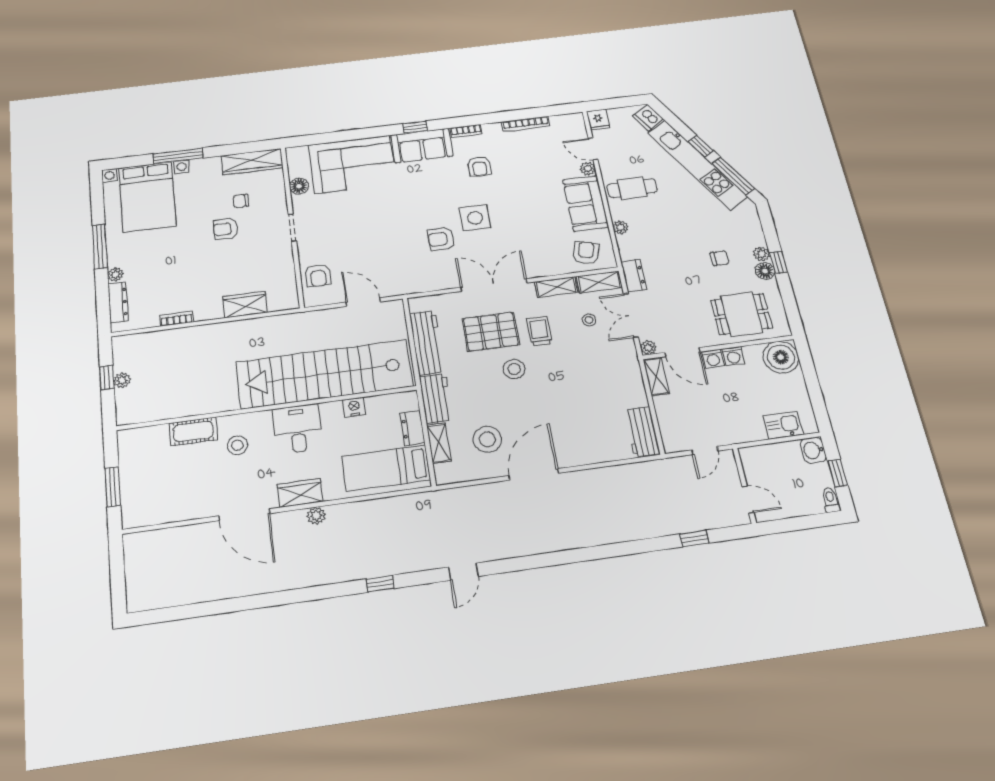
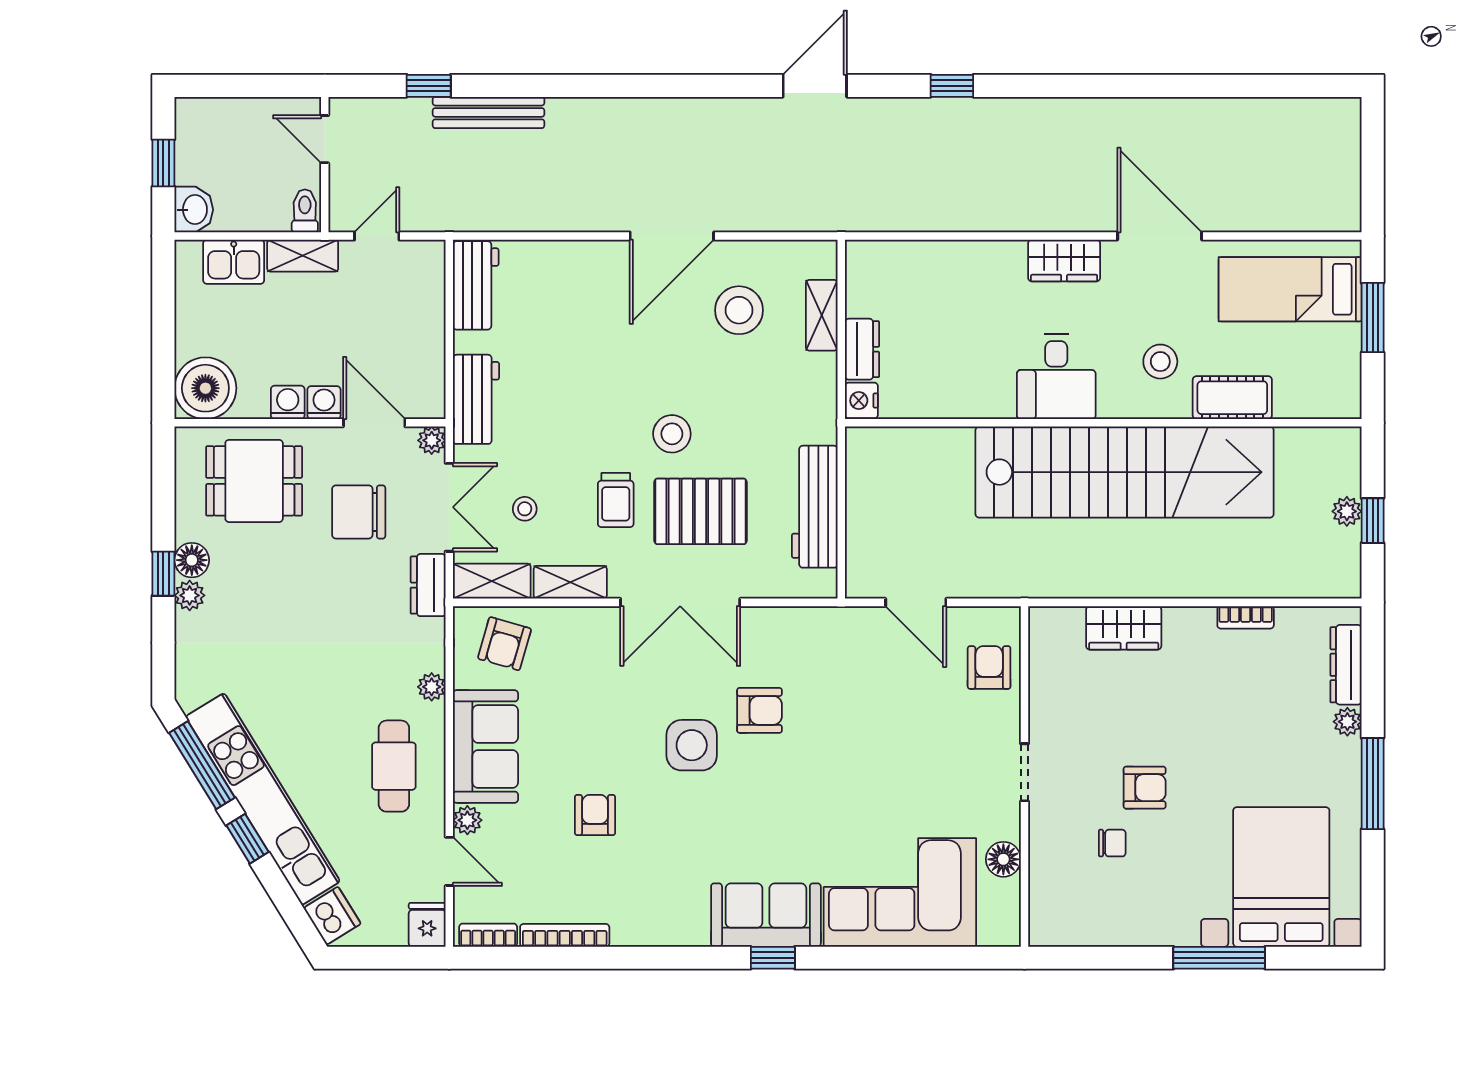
bookcase: (466, 131) -> (488, 935), moved
wardrobe: (252, 162) -> (1084, 925), removed
armchair: (479, 166) -> (595, 815), moved
cafe table: (632, 188) -> (394, 766), turned 90
chair: (720, 258) -> (359, 512), moved, width x1.87, depth x1.87
stairs: (324, 374) -> (1125, 472), moved
shelving: (656, 376) -> (303, 256), moved, turned 90
workbench: (436, 398) -> (476, 399), moved, turned 180
nightstand: (354, 407) -> (861, 401), moved, turned 90
bed: (386, 468) -> (1290, 289), moved, turned 180
toilet: (831, 500) -> (305, 211), moved, turned 180
plant: (316, 516) -> (1042, 217), removed
bench: (656, 528) -> (489, 112), added
door: (463, 572) -> (815, 86), width x1.38

